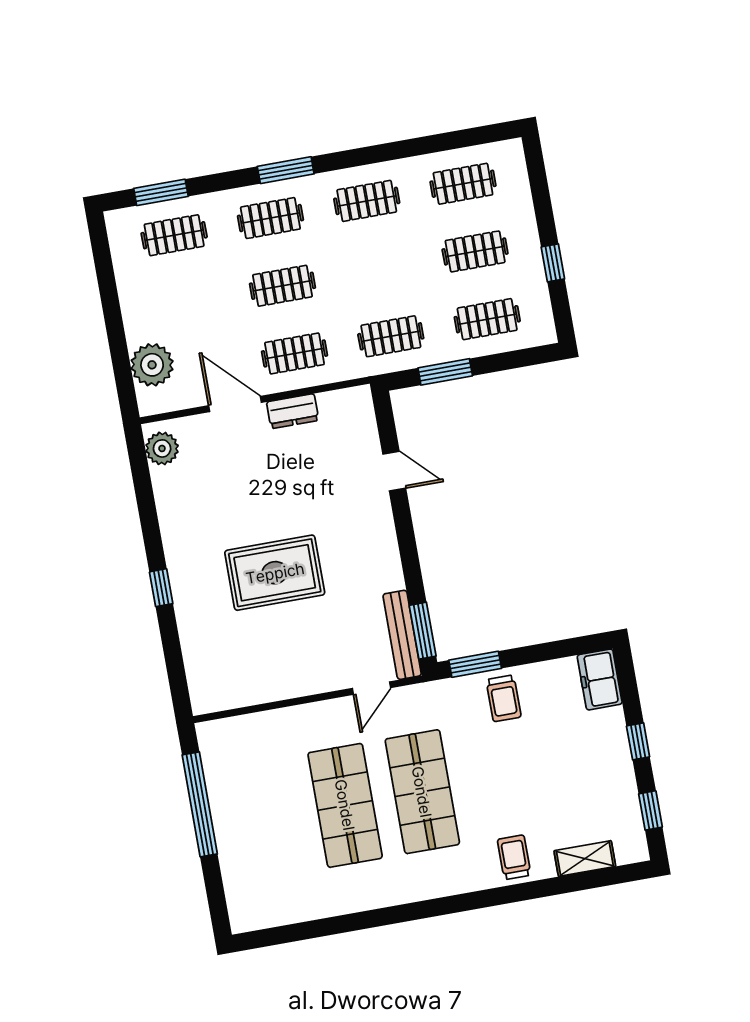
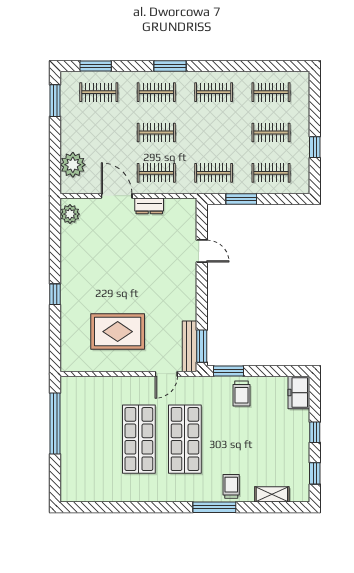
window: (103, 262) -> (55, 101), added
rug: (275, 573) -> (118, 332), moved
window: (492, 897) -> (214, 507), added

